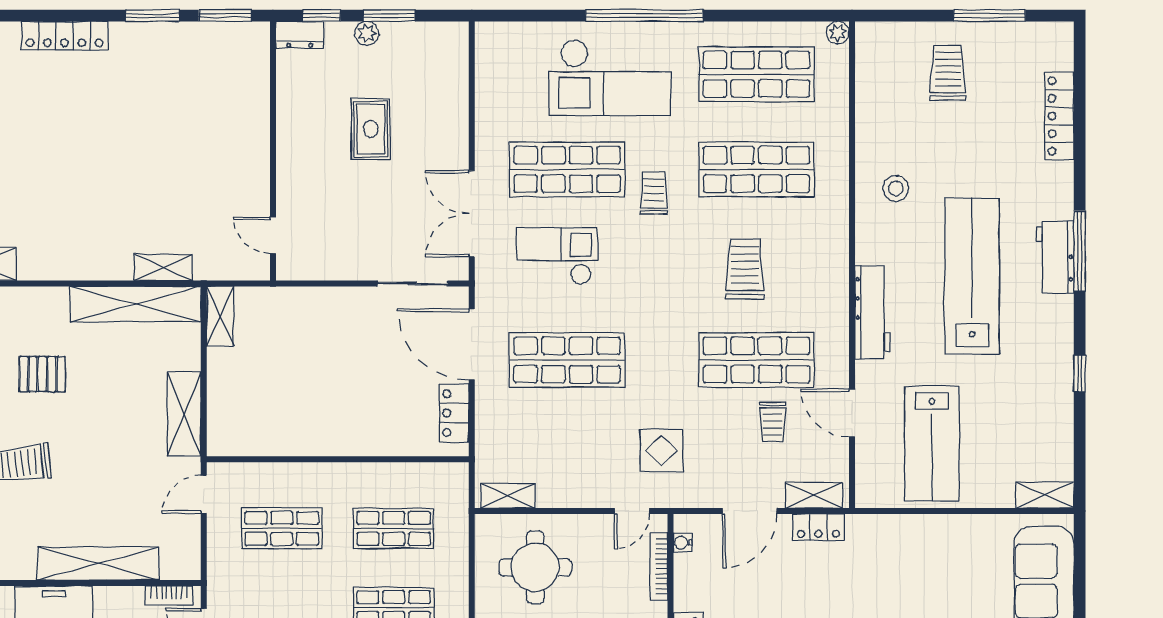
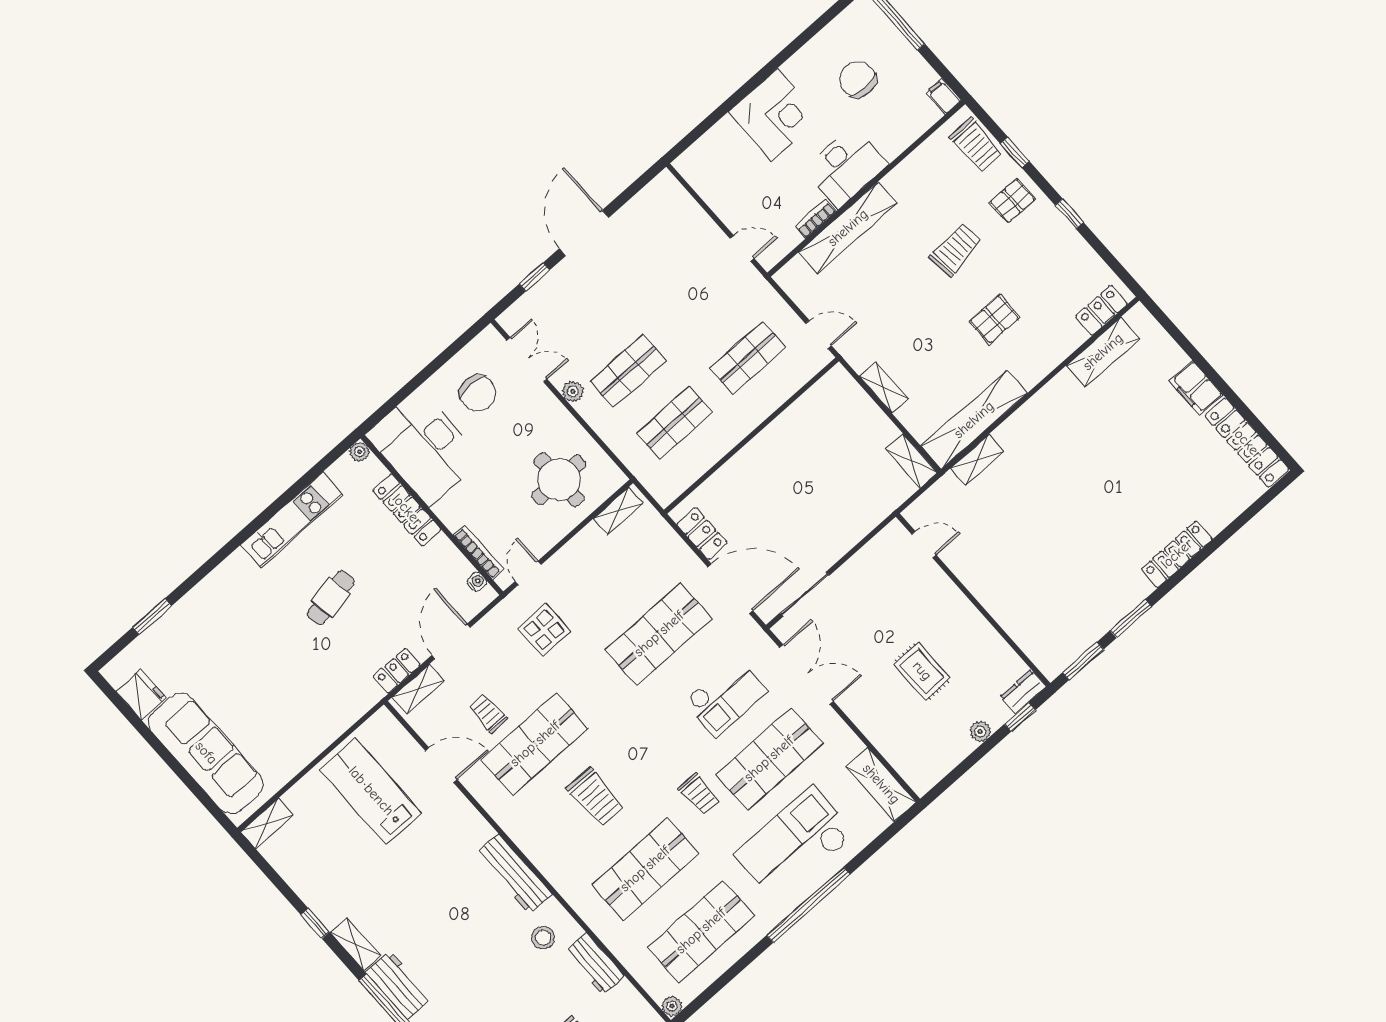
window: (389, 16) -> (976, 756), removed
shelving: (491, 63) -> (881, 784), added
workbench: (872, 127) -> (594, 964), added
lab bench: (972, 276) -> (442, 925), removed
workbench: (872, 312) -> (514, 874), moved
shelving: (1061, 325) -> (356, 944), added
shelving: (184, 414) -> (884, 388), width x0.67, depth x0.75
door: (204, 494) -> (819, 335), hinge flipped
bookcase: (169, 595) -> (816, 219), moved

